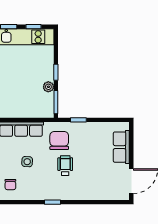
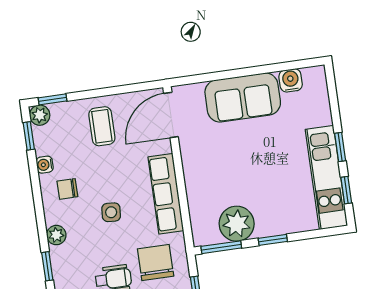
plant: (48, 87) -> (237, 224), width x1.87, depth x1.87
chair: (59, 141) -> (156, 263), turned -90
plant: (36, 195) -> (56, 235), added

